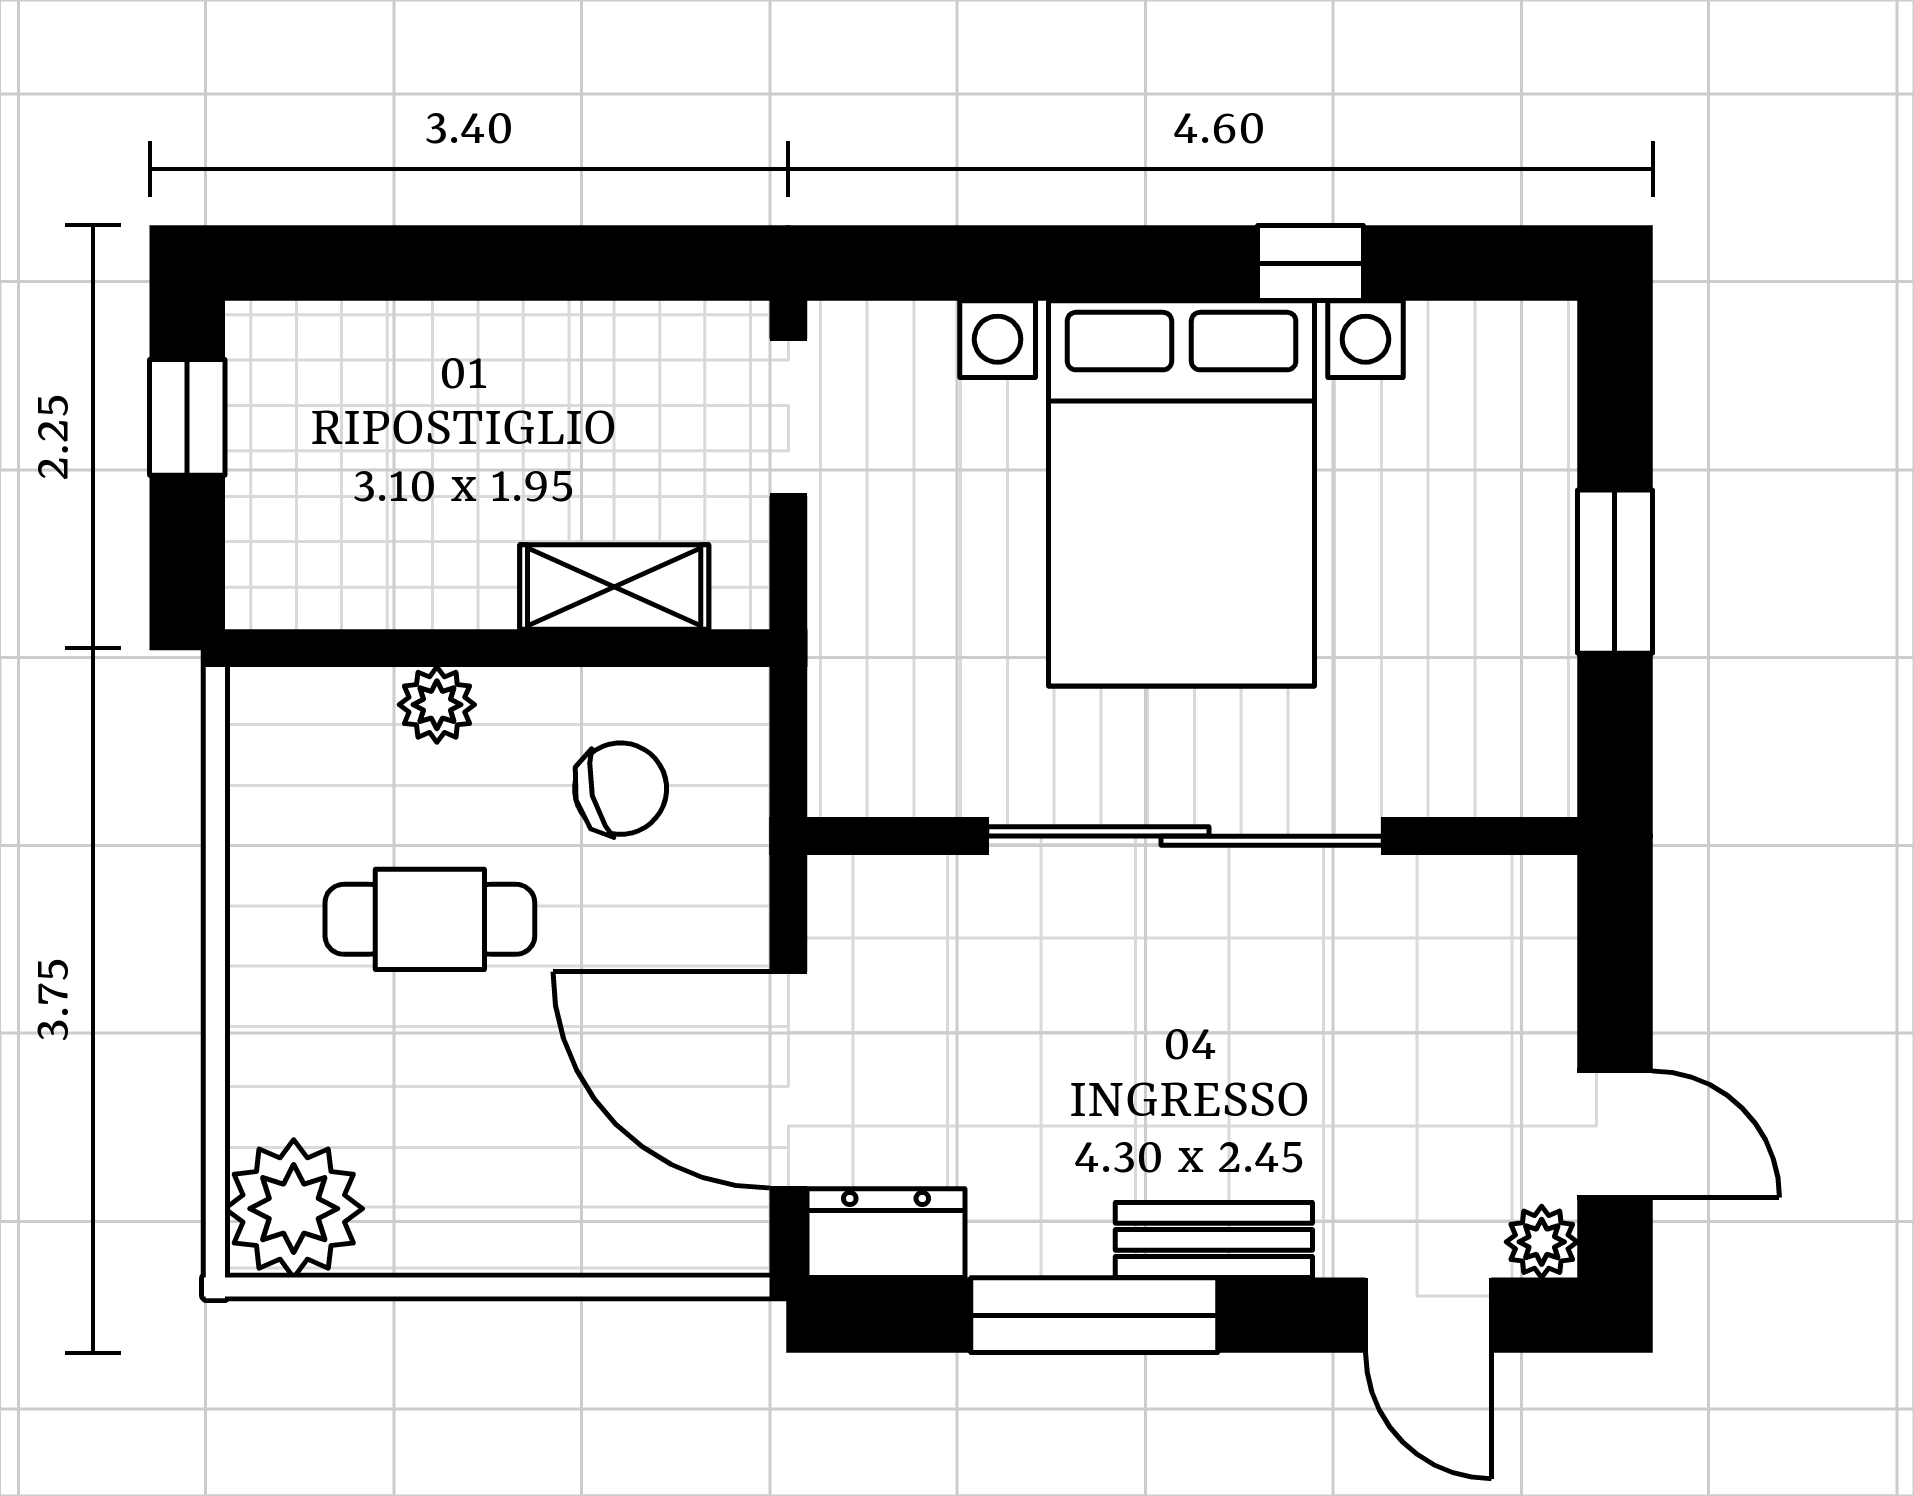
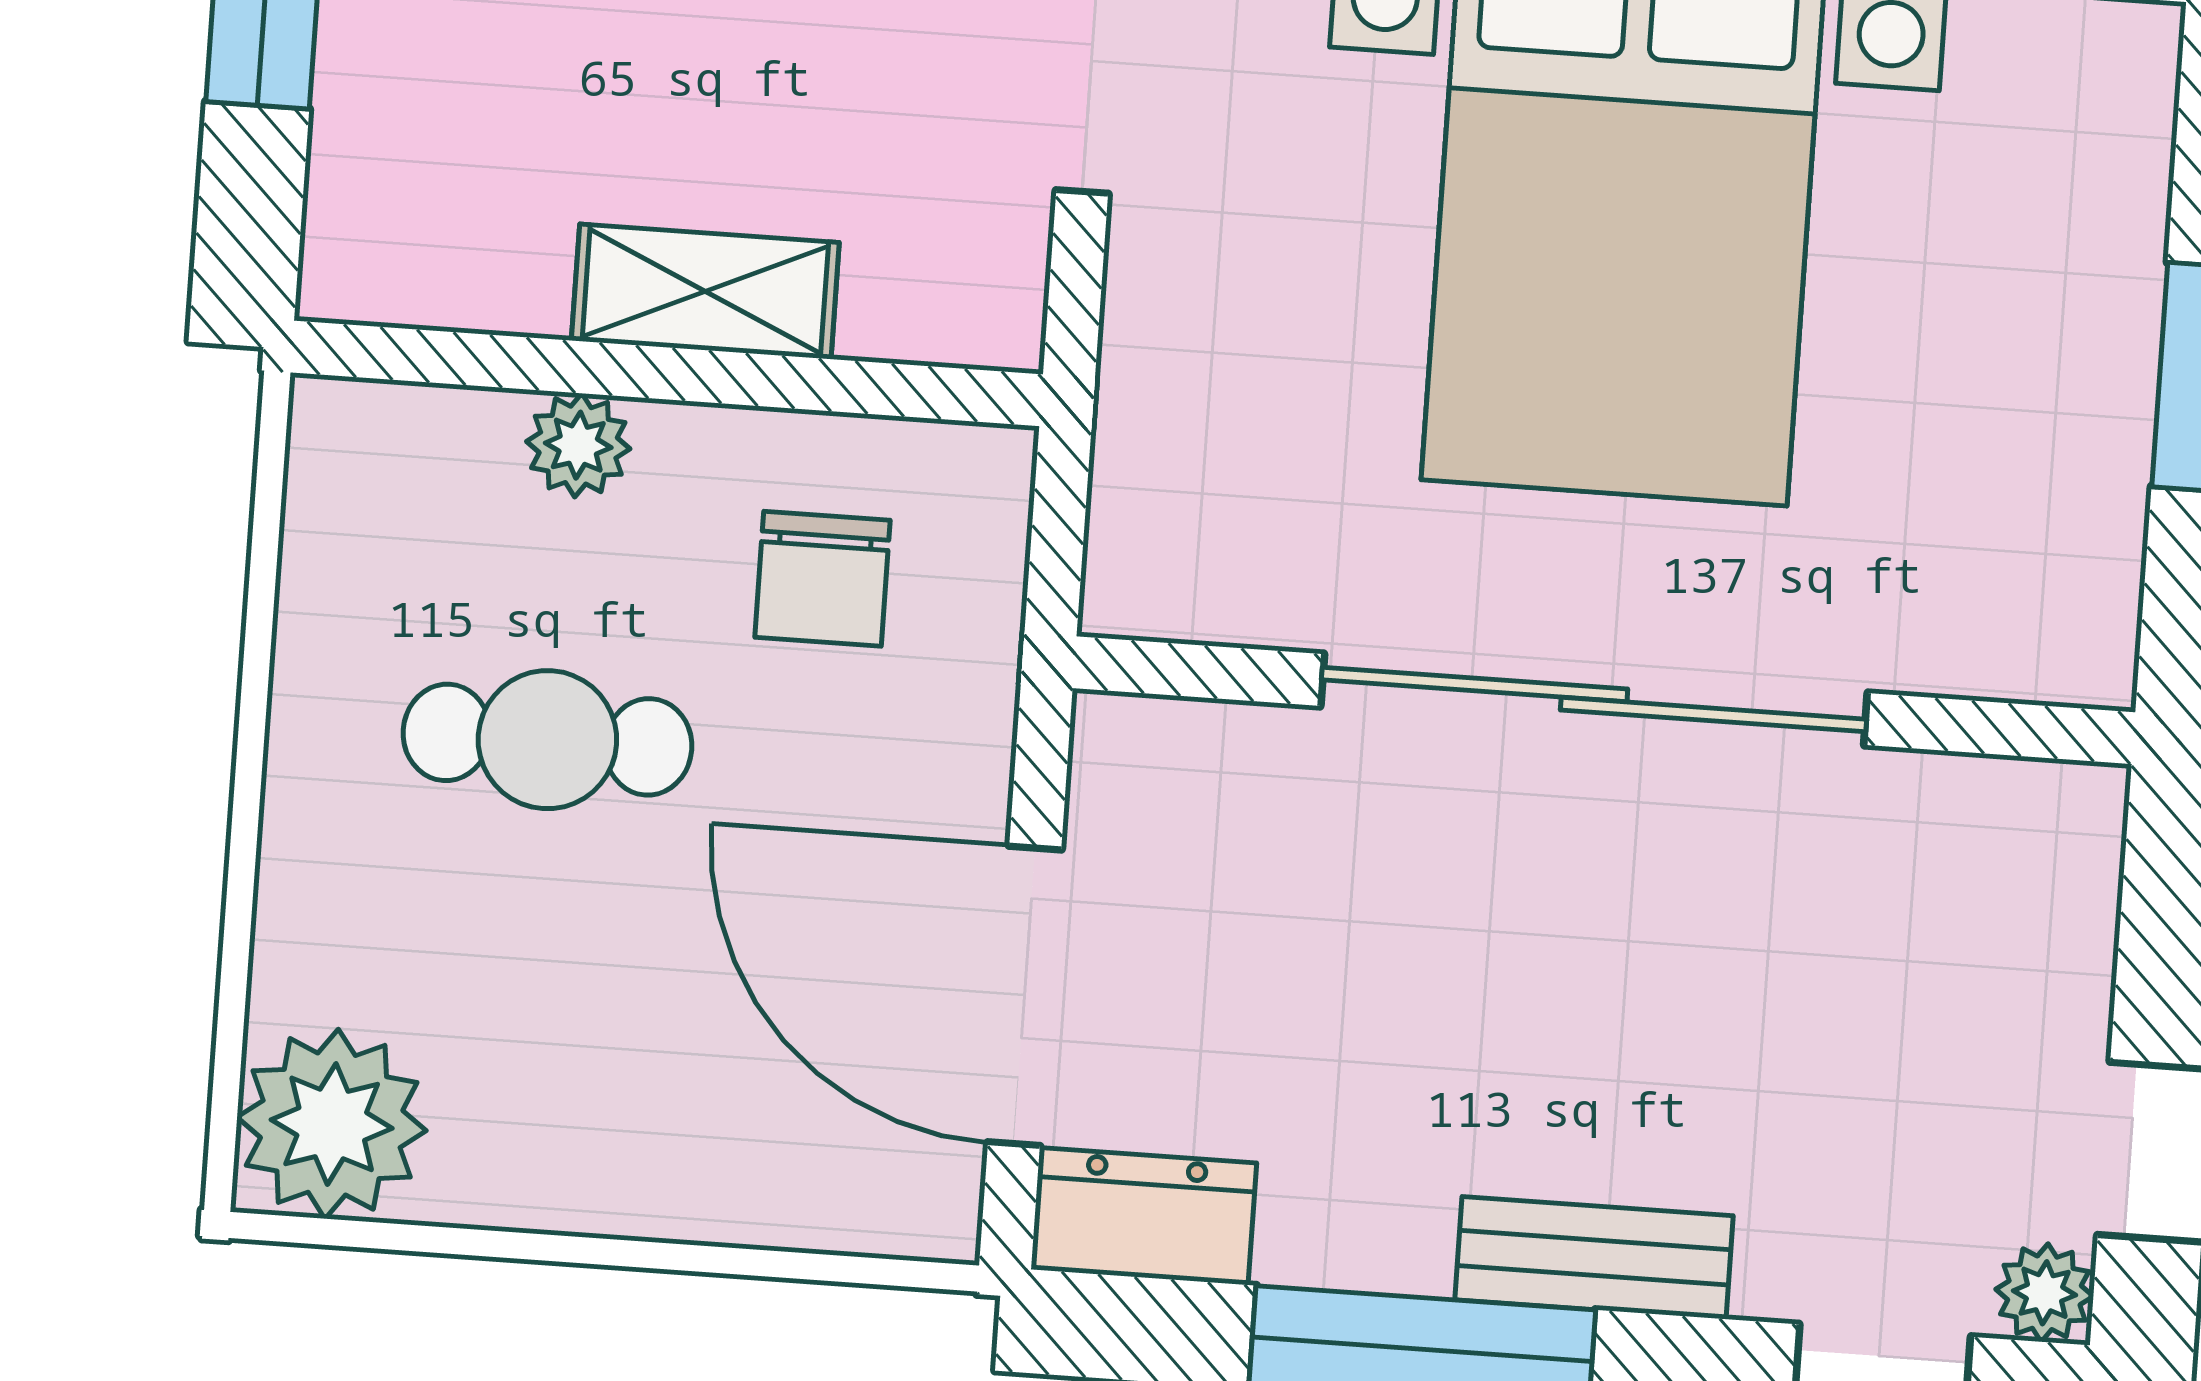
shelving: (614, 587) -> (705, 292), moved
chair: (621, 789) -> (822, 579), turned 104

